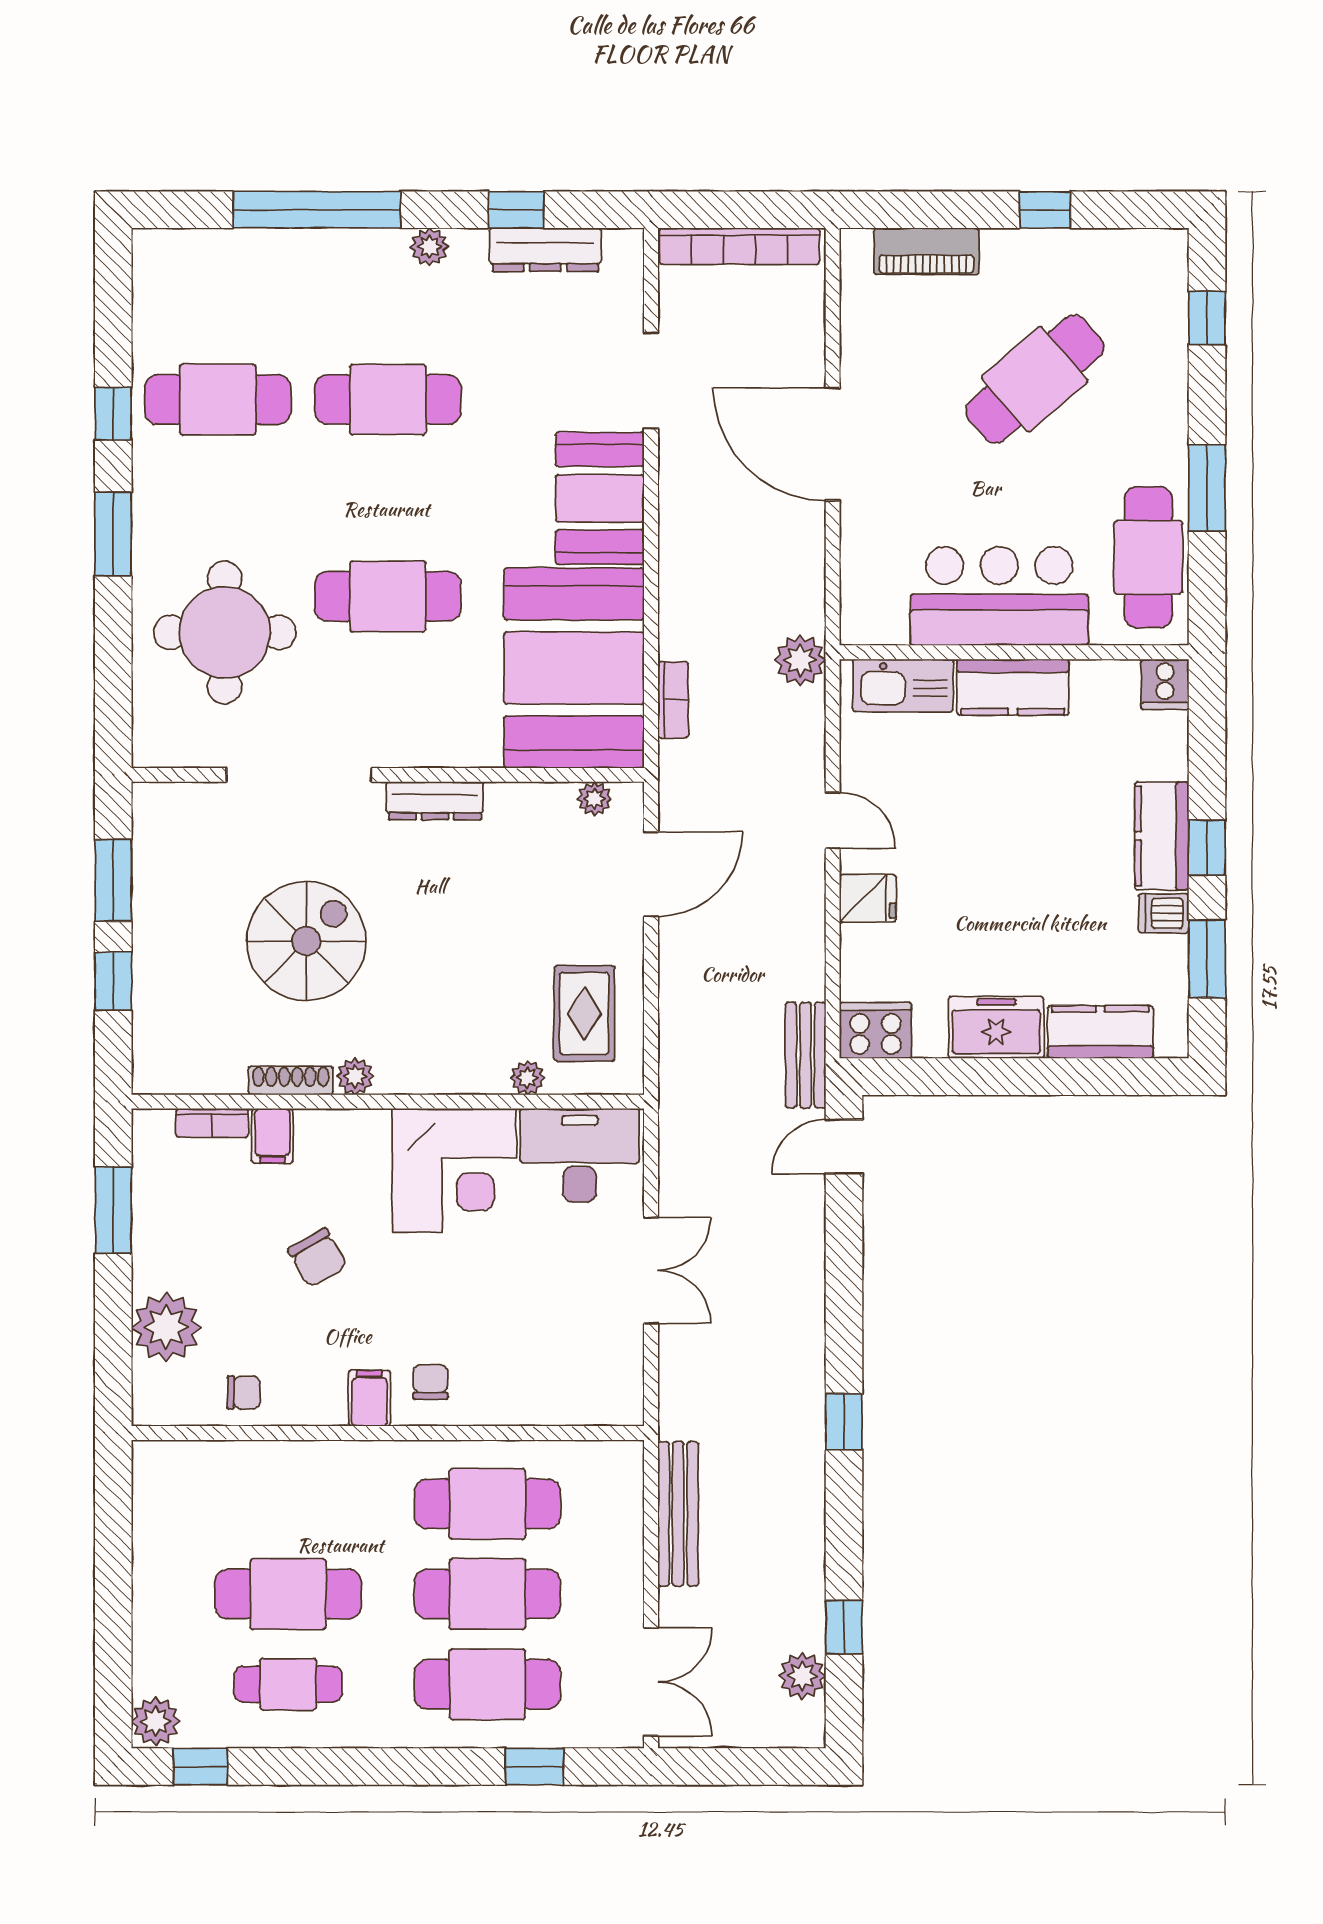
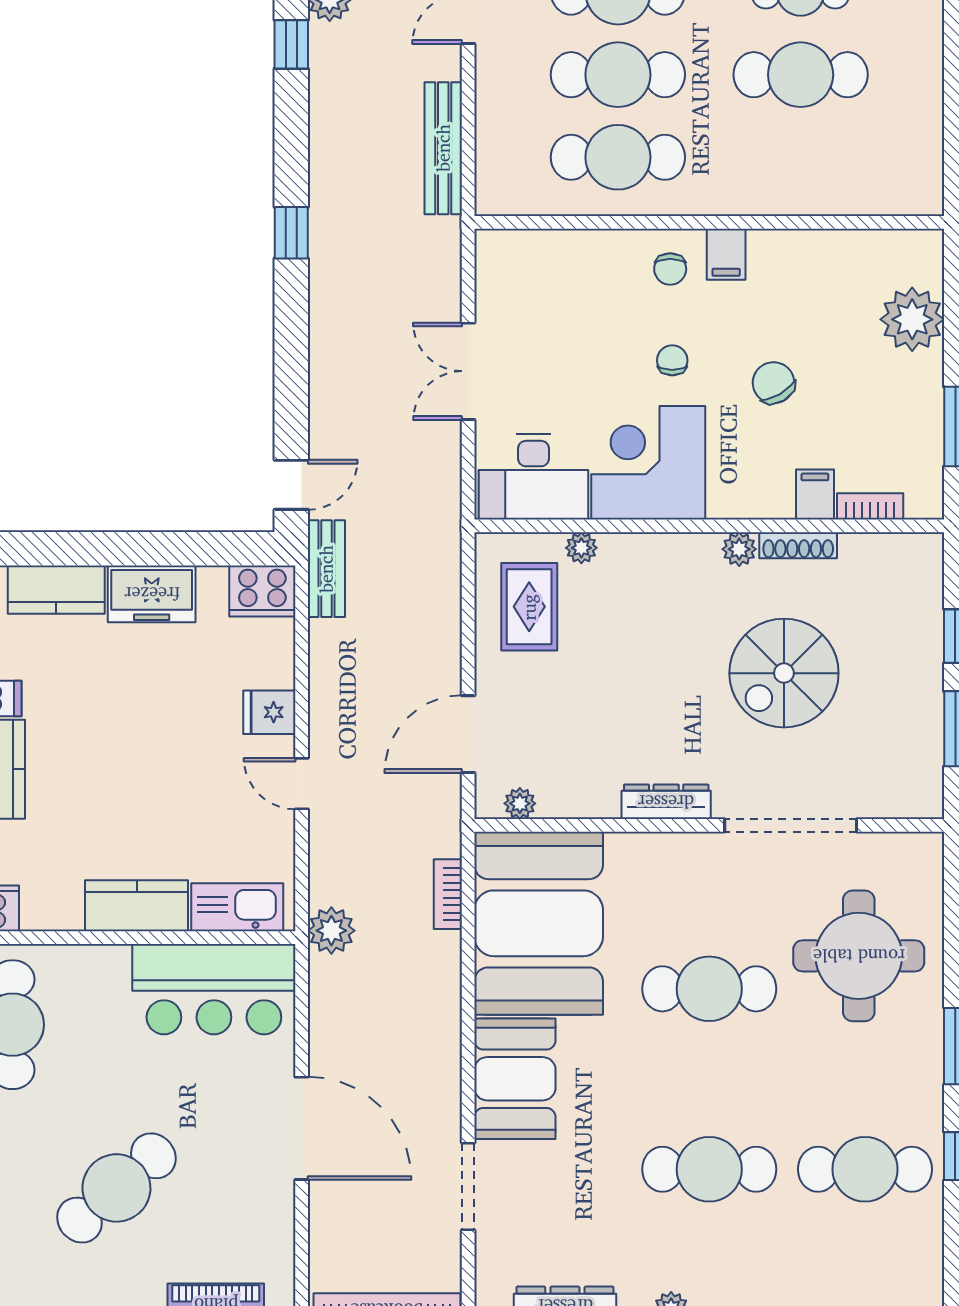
bar counter: (999, 596) -> (214, 989), moved
chair: (244, 1392) -> (672, 360), moved, turned 90

